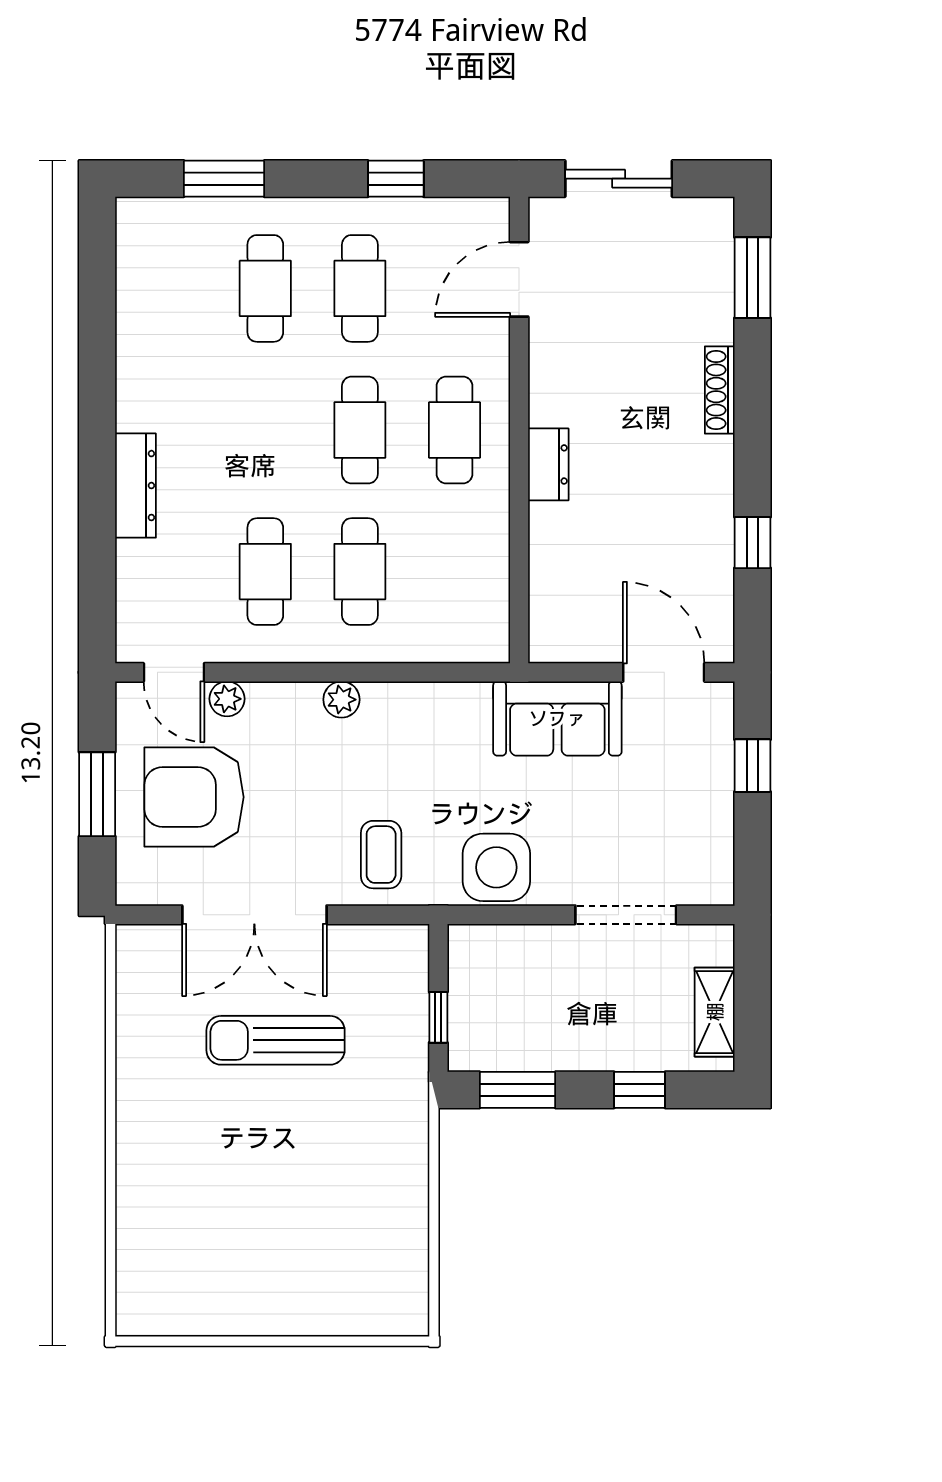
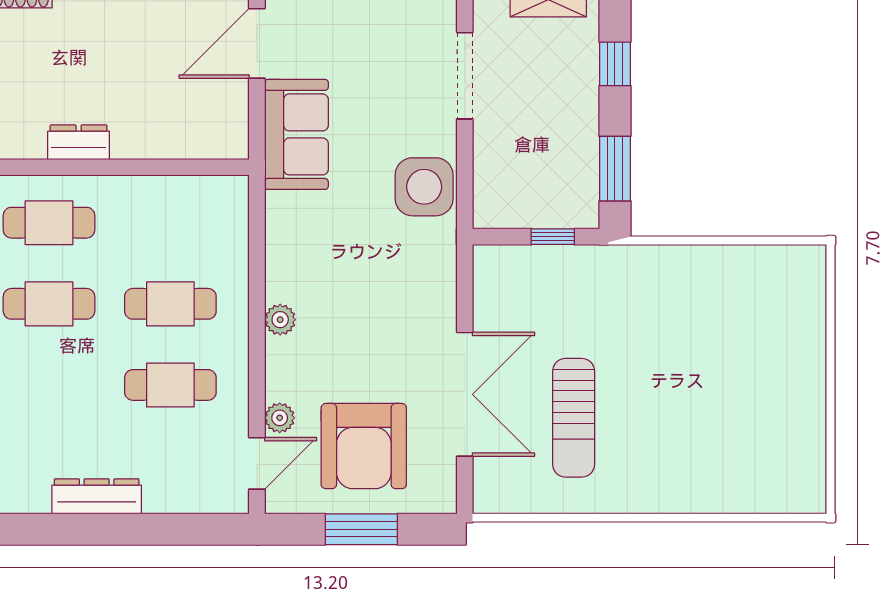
coffee table: (381, 855) -> (413, 286), removed
sun lounger: (276, 1040) -> (574, 418), moved

